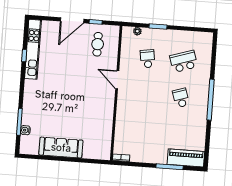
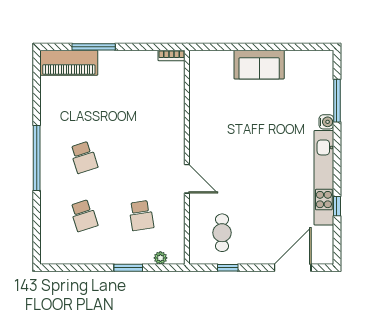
door: (72, 20) -> (293, 268), moved
kitchen unit: (33, 49) -> (324, 178), moved
school desk: (184, 61) -> (84, 216), width x0.54
water cooler: (25, 130) -> (326, 122), moved
sofa: (61, 148) -> (259, 65), width x0.73

